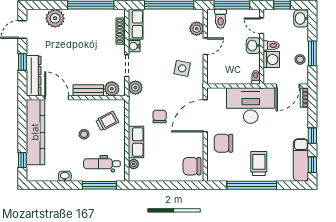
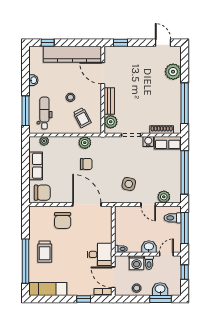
washbasin: (301, 18) -> (160, 289), moved
window: (312, 53) -> (161, 299), moved
window: (22, 62) -> (120, 43), moved
dresser: (34, 76) -> (122, 53), removed
plant: (135, 88) -> (85, 143), moved
door: (57, 98) -> (103, 73), swing flipped
desk: (251, 106) -> (100, 254), width x0.53, depth x0.77
window: (312, 136) -> (84, 299), moved
row of seats: (136, 142) -> (36, 166), moved, turned -90
chair: (224, 143) -> (63, 220), turned 180
trolley: (259, 163) -> (45, 252), turned 90
window: (312, 165) -> (44, 299), removed
chair: (192, 166) -> (42, 193), turned 90
window: (252, 185) -> (26, 261), moved

